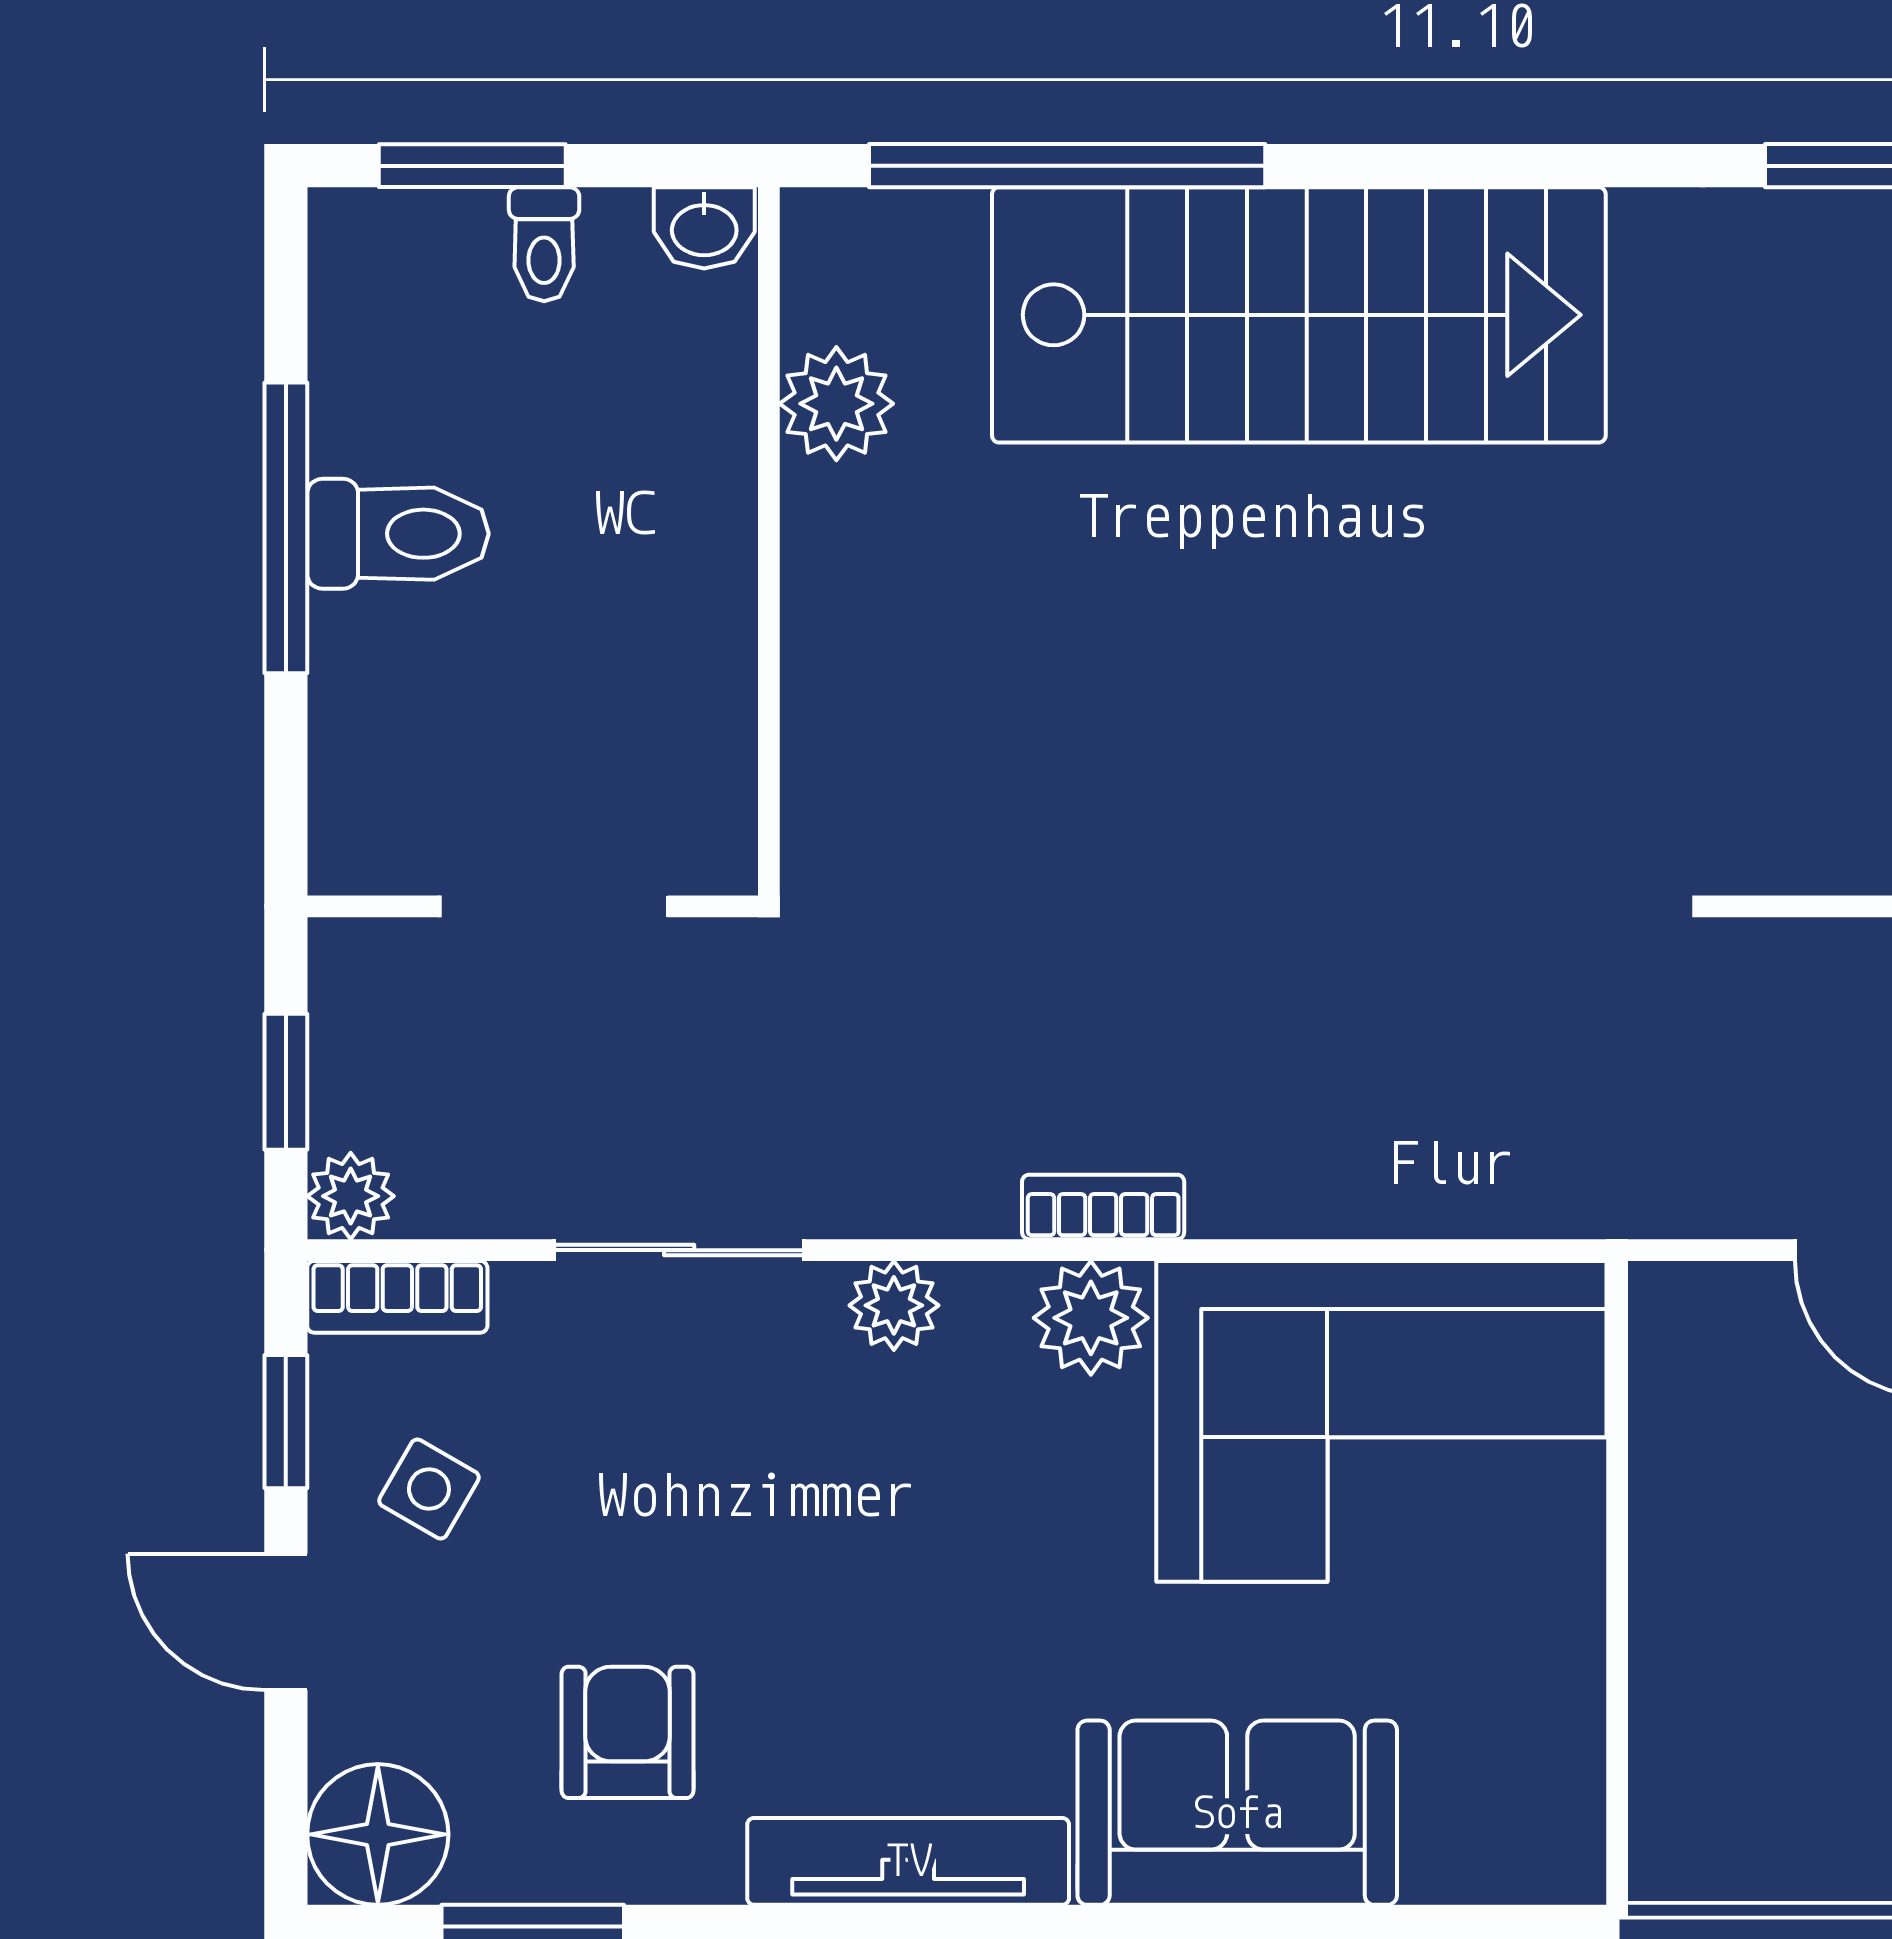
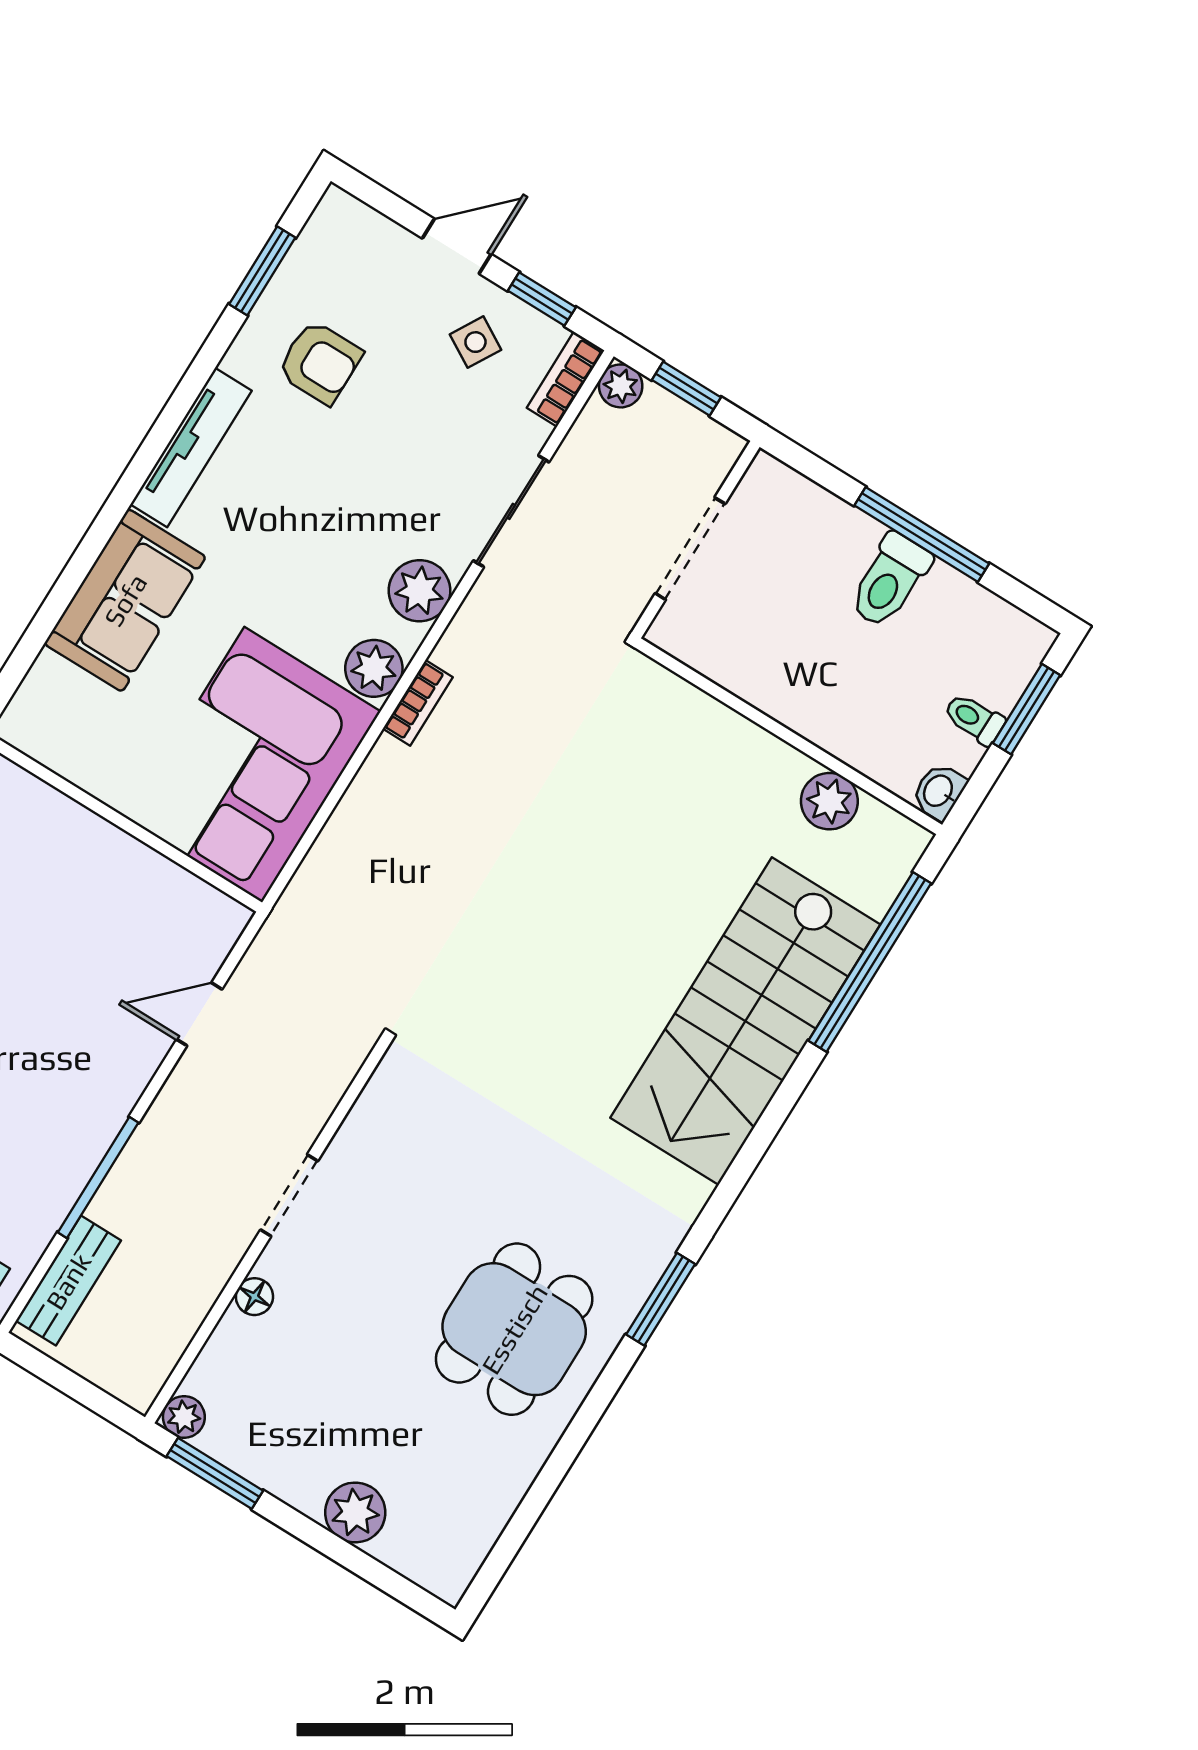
plant: (894, 1305) -> (419, 591), width x1.38, depth x1.38
floor lamp: (378, 1834) -> (342, 229), removed

